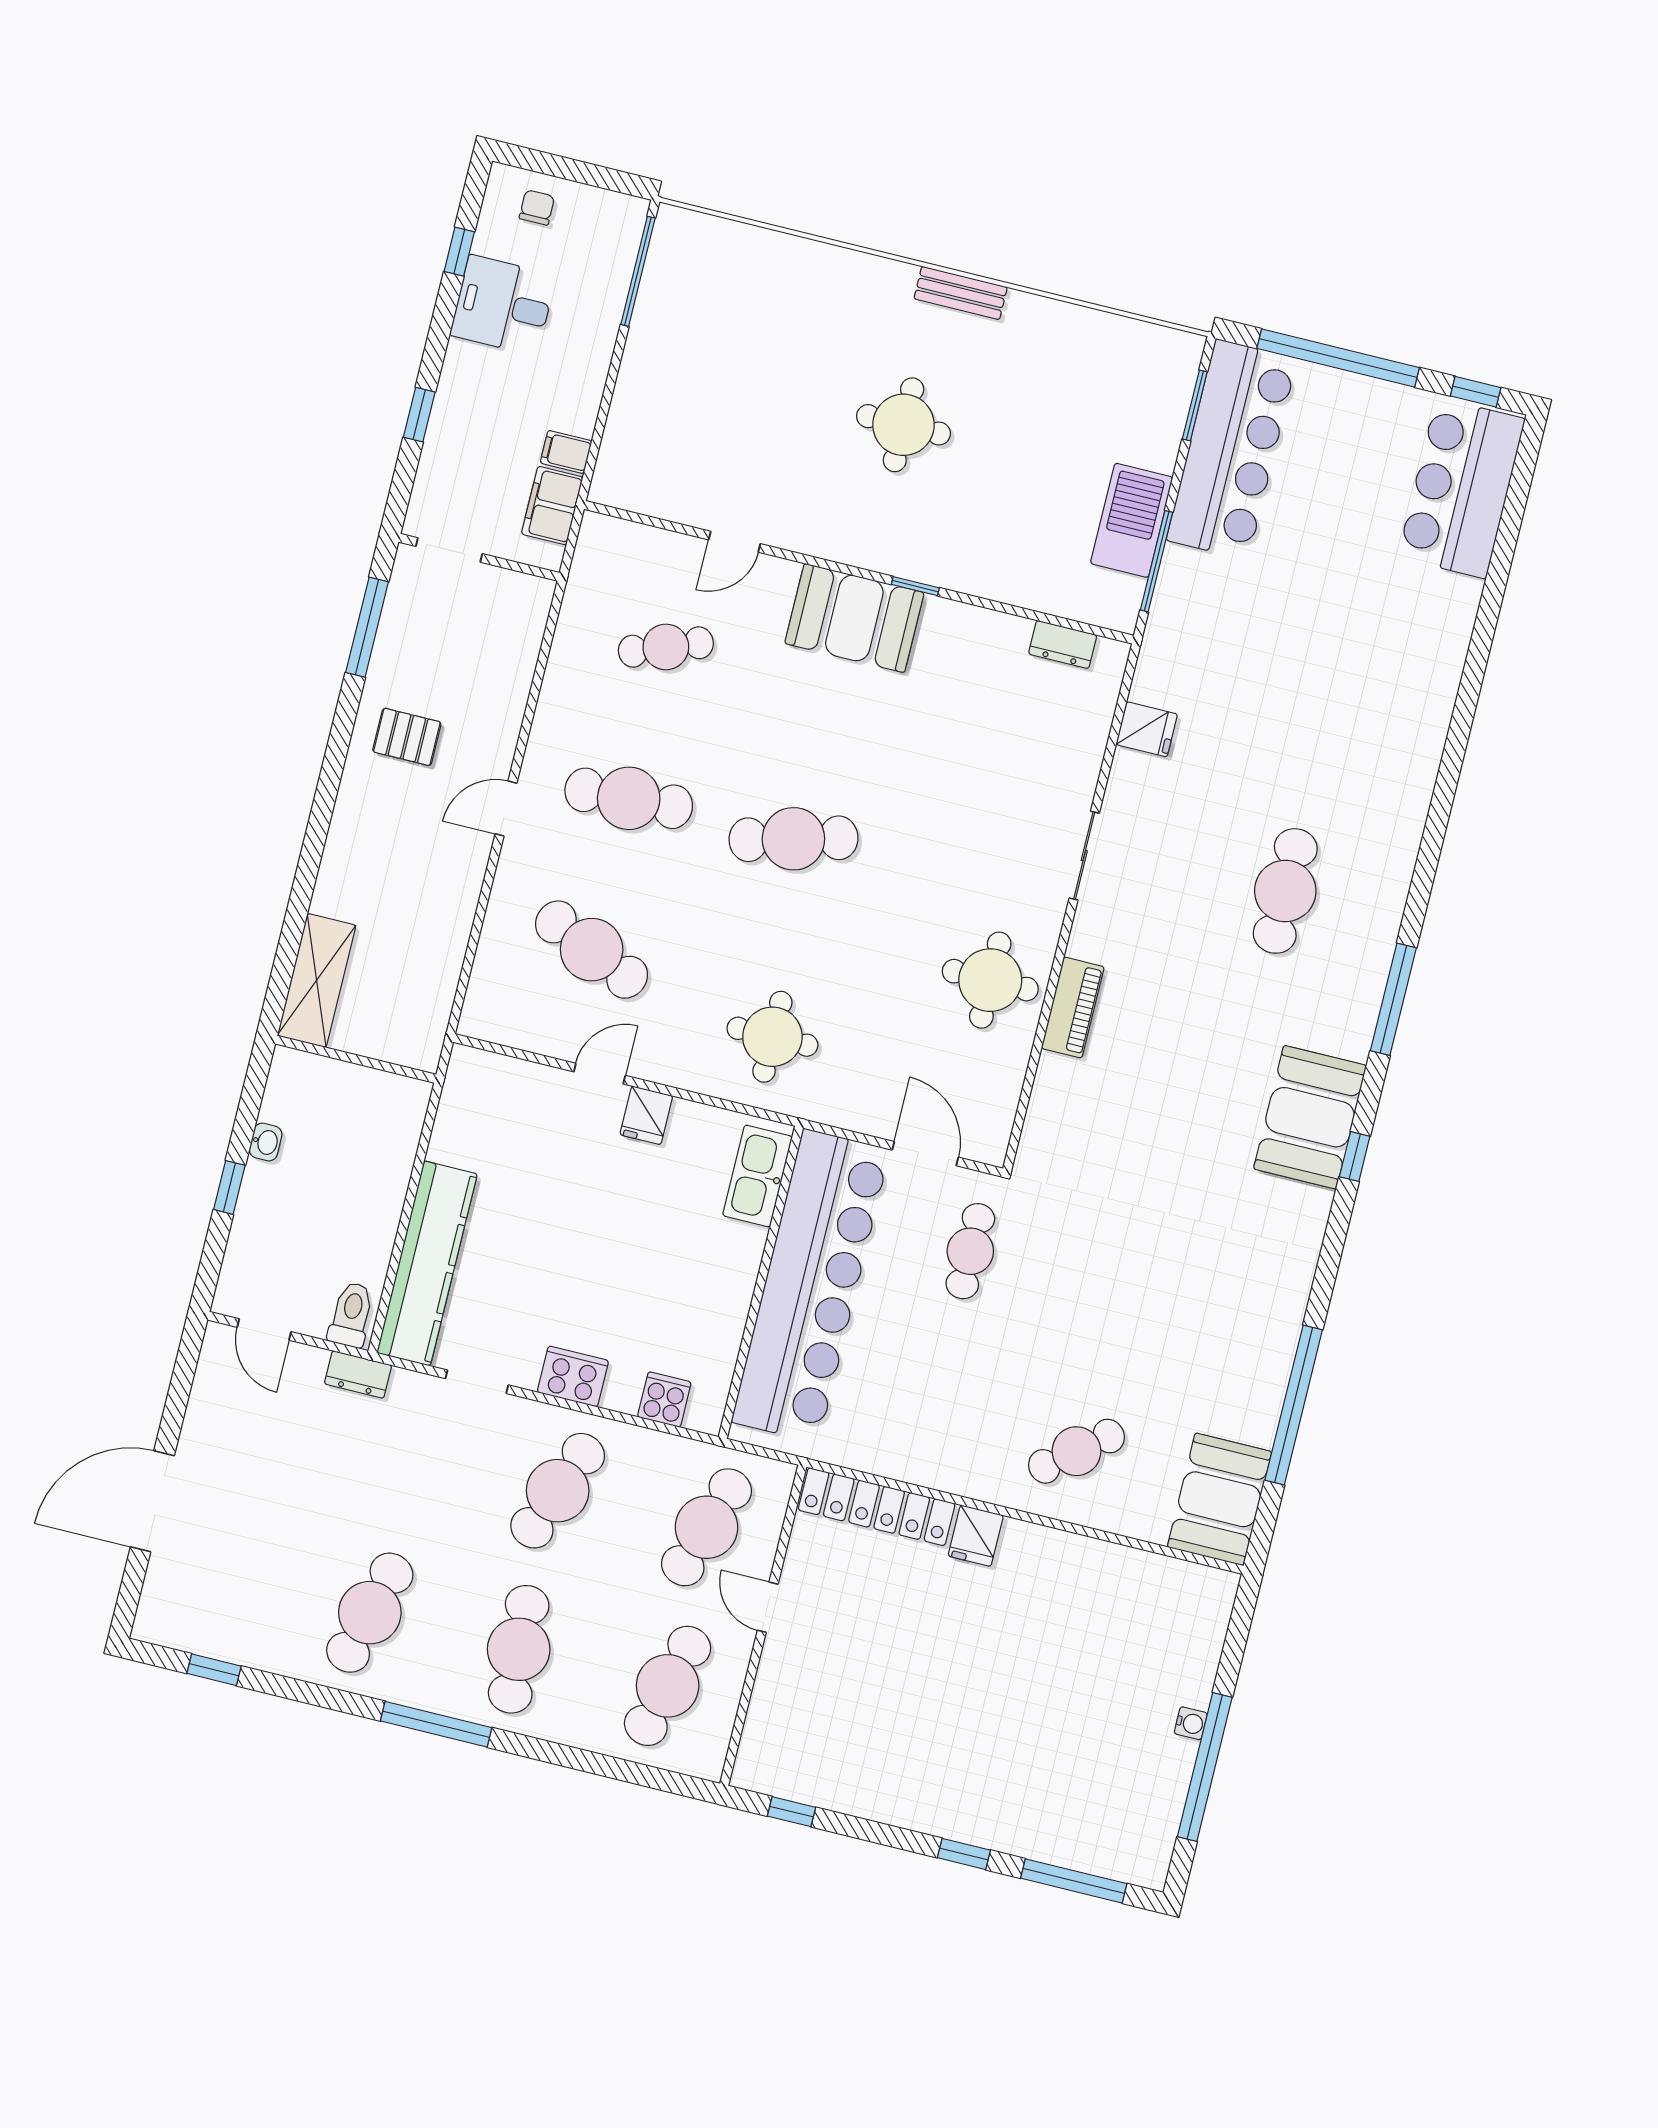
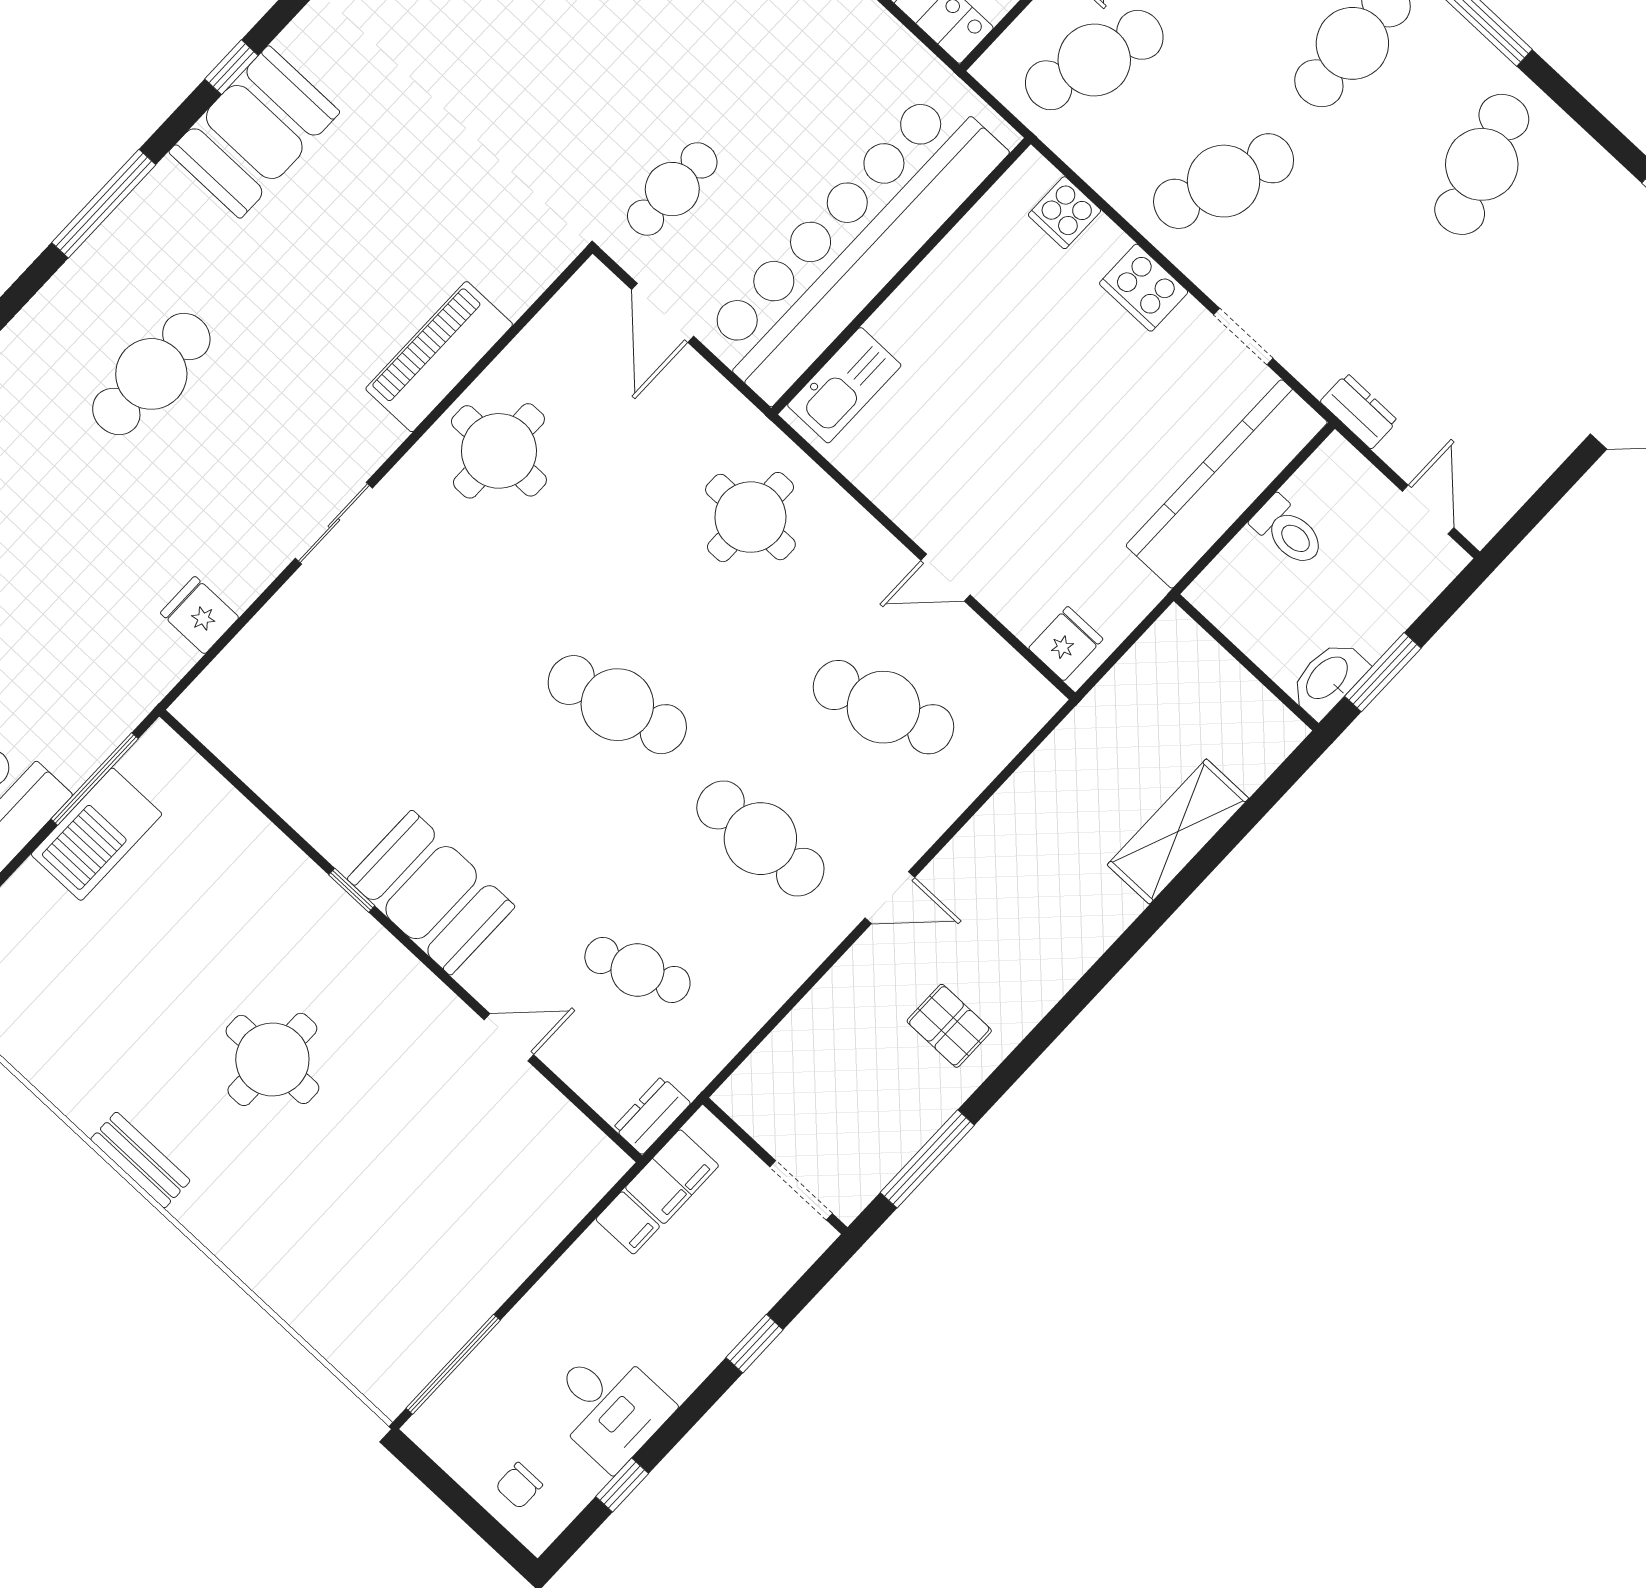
dresser: (1063, 644) -> (652, 1115), moved, turned -90
cafe table: (592, 950) -> (883, 707), turned -42
piano: (1073, 1008) -> (439, 357), width x1.37, depth x1.33
wall: (356, 1059) -> (1246, 662), moved
fridge: (646, 1115) -> (1066, 644), moved
washbasin: (266, 1142) -> (1328, 679), width x1.91, depth x1.45
window: (229, 1187) -> (1383, 672), width x1.50
toilet: (351, 1315) -> (1288, 531), moved, turned -90
cafe table: (370, 1613) -> (1482, 164), turned -33

